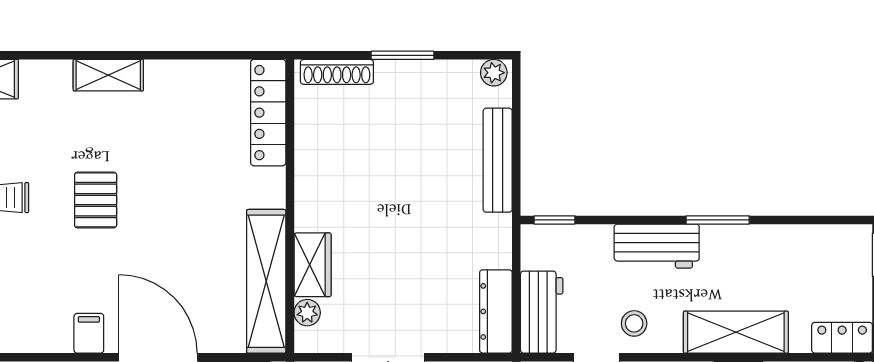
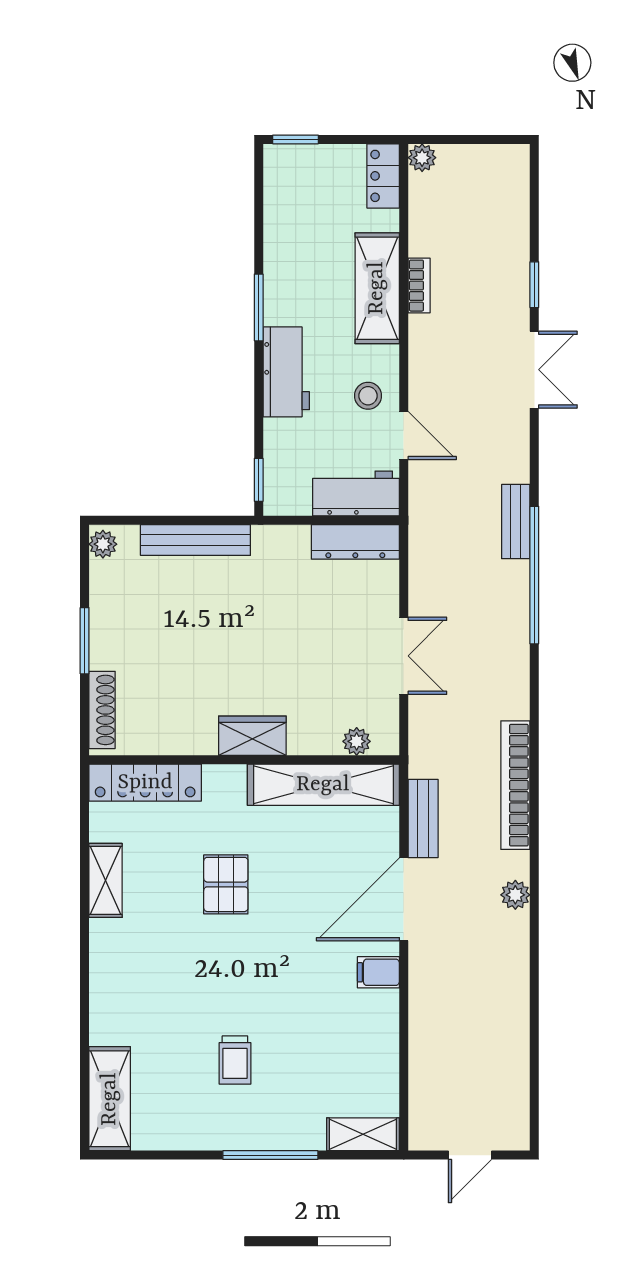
shelving: (108, 75) -> (106, 880), moved
pallet: (96, 200) -> (226, 884), moved, turned 90
wardrobe: (313, 265) -> (252, 736), moved

